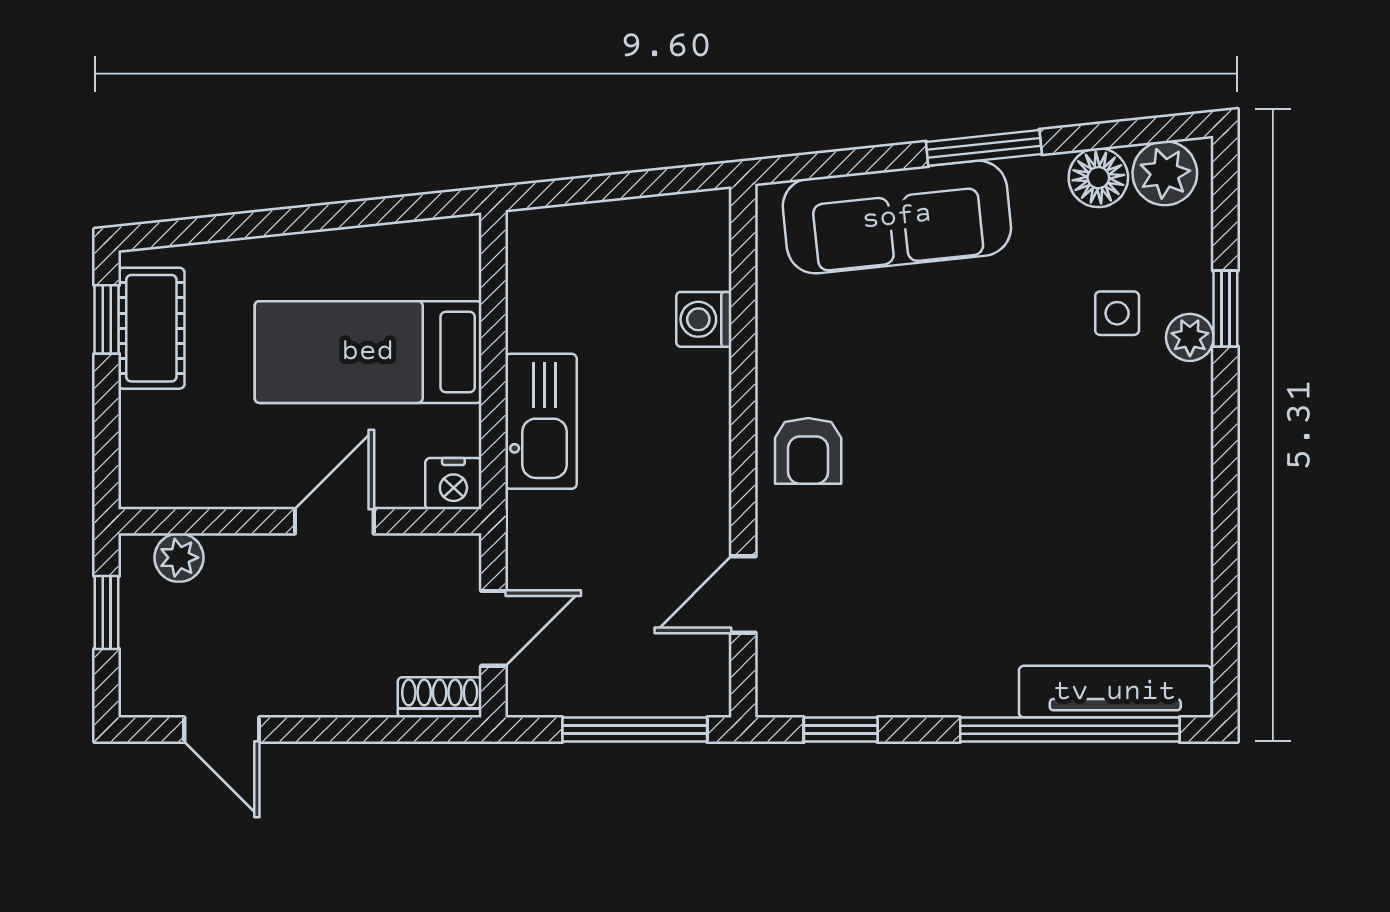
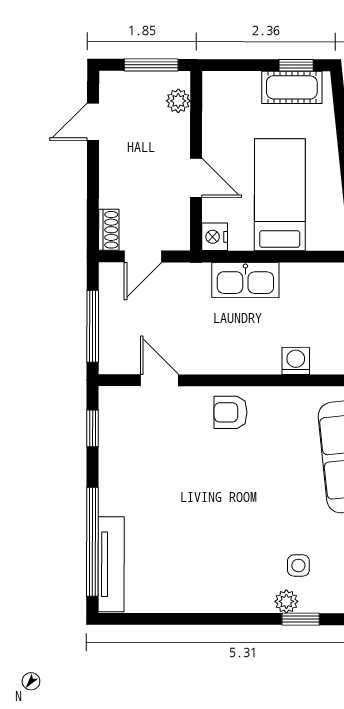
window: (107, 613) -> (151, 65), width x1.50
door: (493, 628) -> (143, 256), hinge flipped

